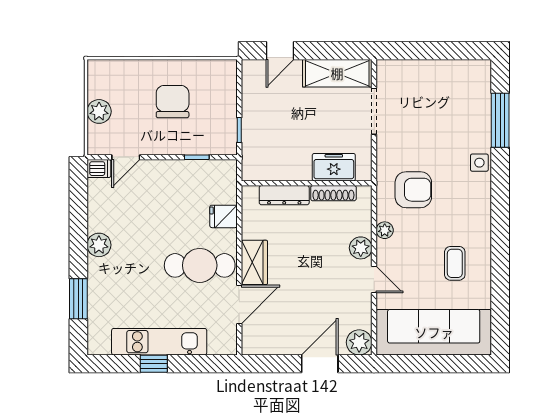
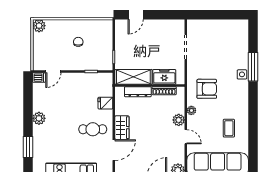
shelving: (337, 73) -> (133, 77), moved
chair: (173, 102) -> (78, 42), width x0.54, depth x0.54
plant: (99, 111) -> (39, 26), moved
window: (500, 120) -> (253, 67), moved
cafe table: (200, 265) -> (93, 129), width x0.73, depth x0.74

